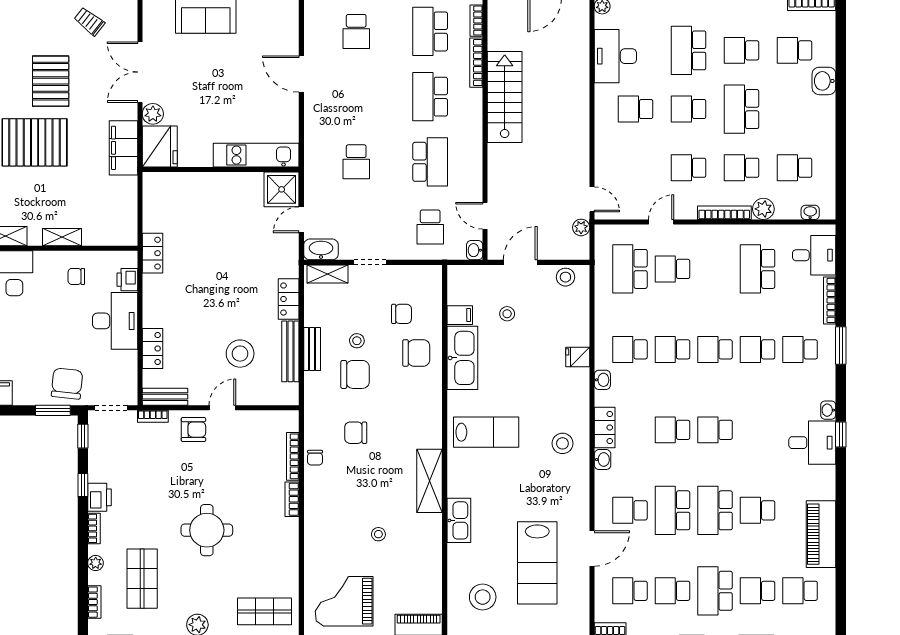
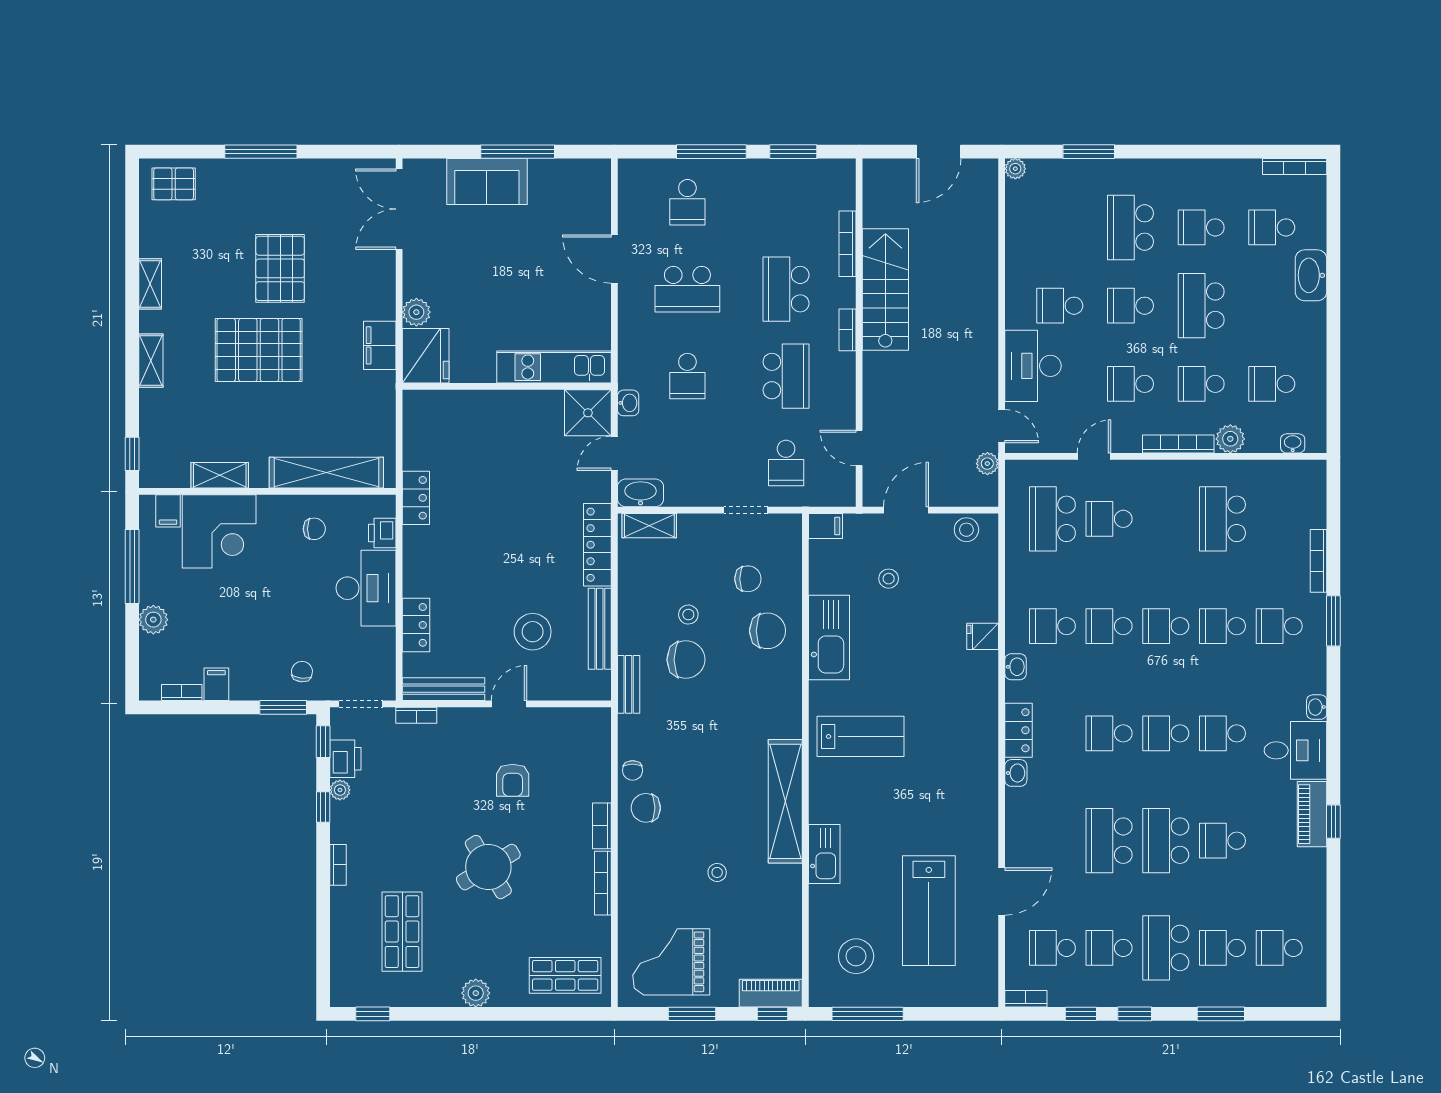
trolley: (89, 21) -> (332, 189), removed
bookcase: (476, 21) -> (848, 330), moved
school desk: (430, 31) -> (687, 289), moved, turned -90
desk: (615, 56) -> (1033, 366), moved
double door: (140, 72) -> (399, 209), moved
washbasin: (824, 81) -> (1311, 275), width x1.38
filing cabinet: (123, 148) -> (380, 345), width x0.67, depth x0.86
shelving: (62, 237) -> (326, 473), width x2.20, depth x1.33
washbasin: (475, 250) -> (628, 403), moved, turned 180
desk: (814, 255) -> (1298, 501), removed
doorway: (370, 262) -> (746, 510), moved
chair: (76, 276) -> (314, 529), turned 180
locker: (289, 299) -> (597, 545), width x1.53
filing cabinet: (460, 315) -> (825, 526), moved
bench: (312, 349) -> (629, 684), moved
chair: (67, 384) -> (302, 672), width x0.54, depth x0.54
bench: (165, 397) -> (443, 689), width x1.36
armchair: (193, 430) -> (513, 780), moved, turned 90
chair: (356, 433) -> (646, 808), moved
window: (841, 434) -> (1333, 822), moved
stool: (562, 443) -> (962, 751), removed
bookcase: (293, 456) -> (603, 883), moved
shelving: (430, 481) -> (785, 801), width x1.47
printer: (100, 497) -> (345, 759), moved
school desk: (630, 510) -> (1222, 733), moved
round table: (207, 530) -> (488, 867), turned -31
piano: (821, 534) -> (1312, 814), moved, width x0.73, depth x0.75
plant: (96, 563) -> (340, 790), moved
bookcase: (94, 602) -> (338, 963), removed

